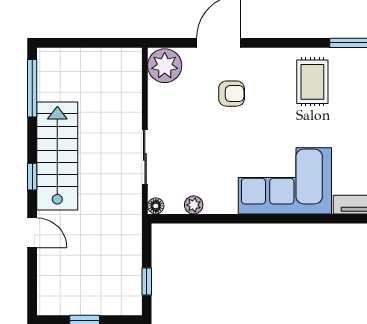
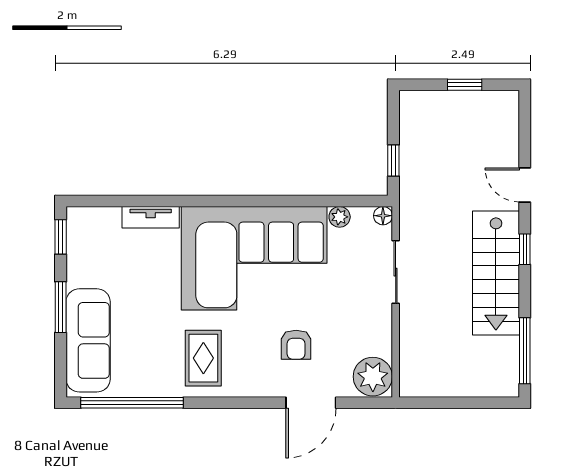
armchair: (232, 94) -> (296, 345), turned -90
corner sofa: (285, 181) -> (254, 258), width x1.36, depth x1.36
window: (147, 282) -> (393, 160), moved

